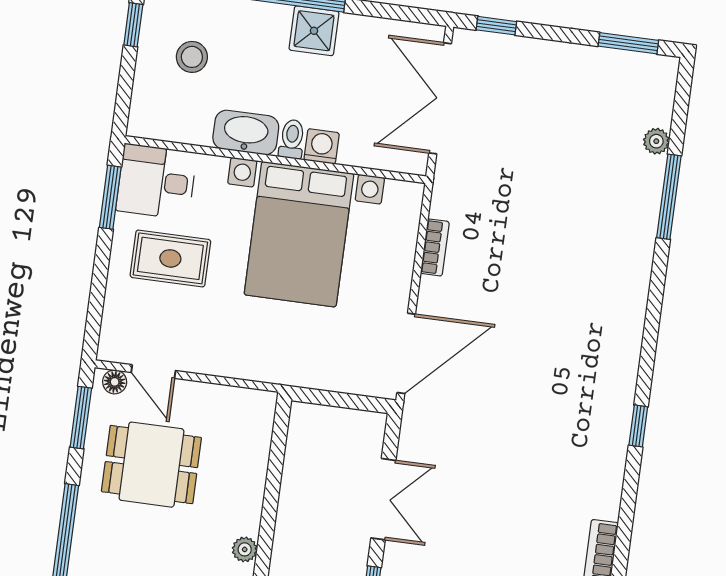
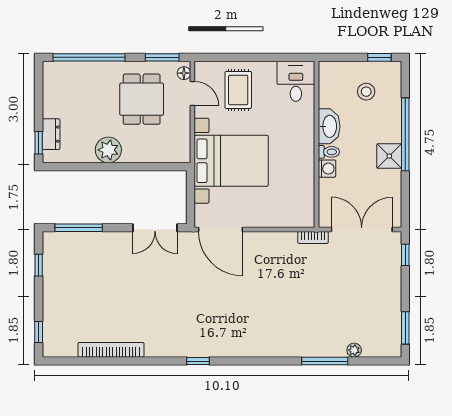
window: (110, 197) -> (284, 57), removed
bed with nightstands: (299, 234) -> (231, 161), moved, turned 180
bookcase: (435, 247) -> (313, 237), moved
rug: (170, 258) -> (238, 90), moved
door: (153, 372) -> (192, 93), swing flipped
double door: (383, 499) -> (155, 228), moved
plant: (245, 549) -> (108, 150), width x1.87, depth x1.87

